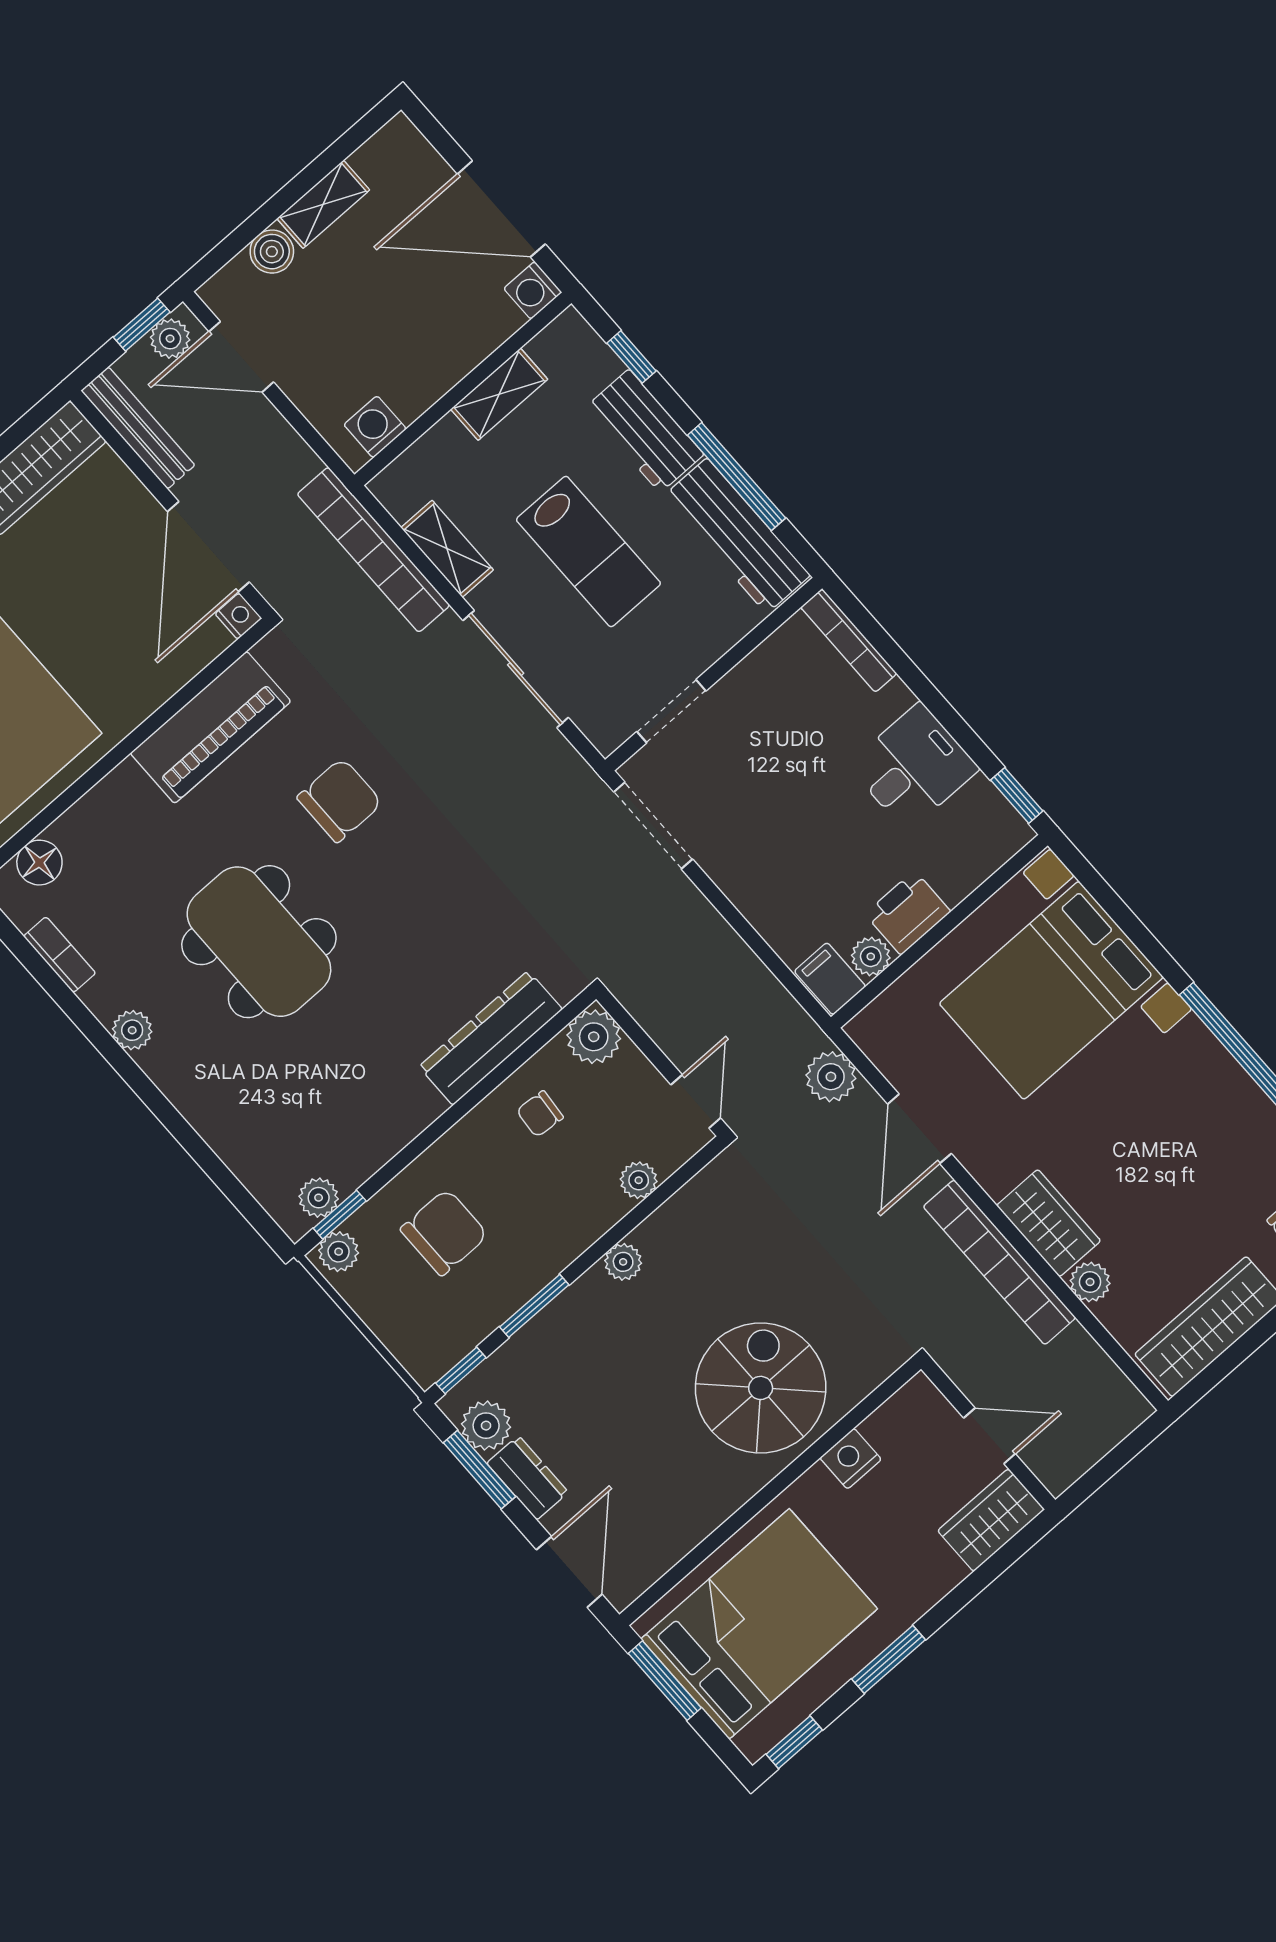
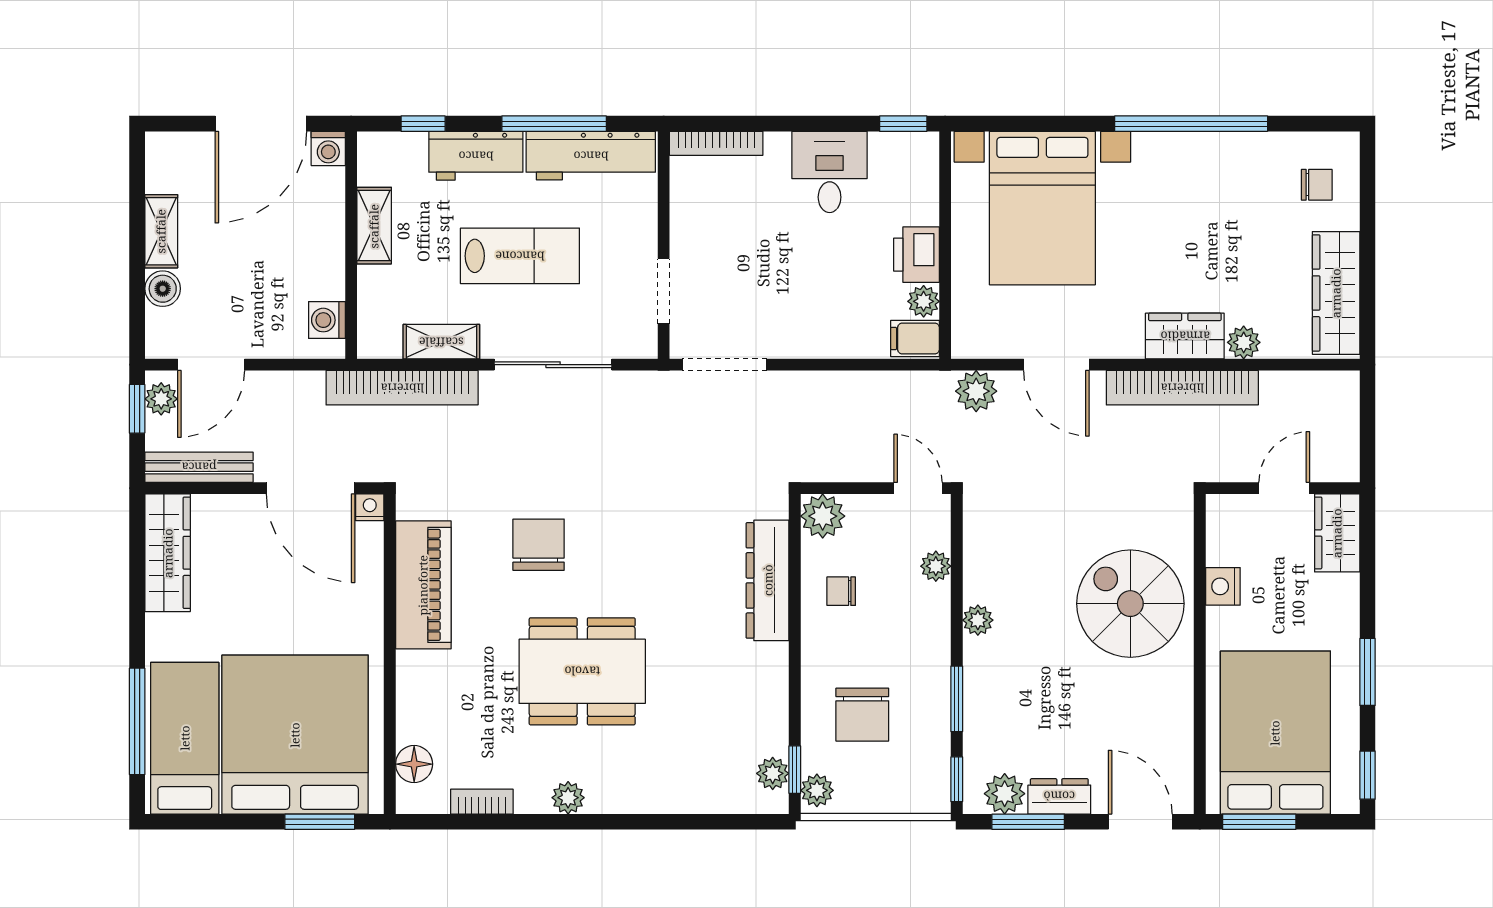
chair: (540, 1114) -> (841, 591), turned 85
chair: (444, 1232) -> (862, 715), turned 180

